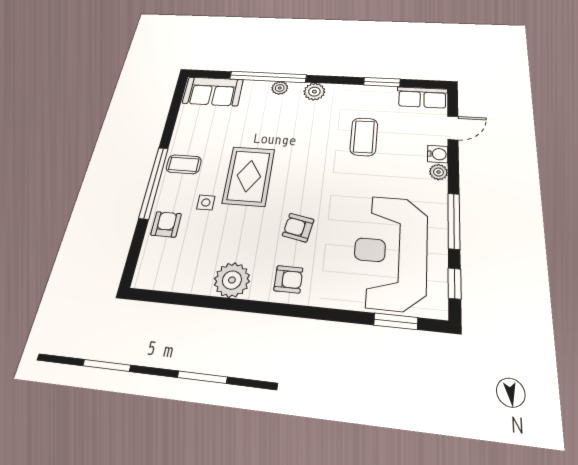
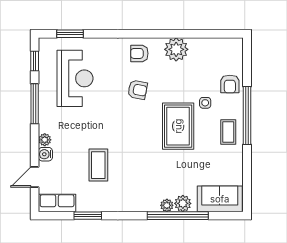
plant: (314, 92) -> (183, 203), moved
coffee table: (184, 164) -> (228, 132), turned 90
reception desk: (391, 252) -> (75, 78), width x0.74, depth x0.77

